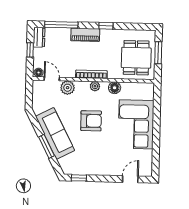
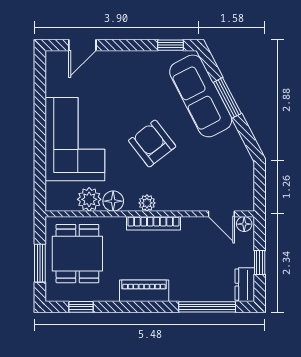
window: (106, 26) -> (81, 307), moved
piano: (85, 35) -> (144, 291), moved
plant: (68, 88) -> (89, 199), moved
armchair: (91, 121) -> (152, 144), turned 52
sofa: (55, 133) -> (201, 96), moved

